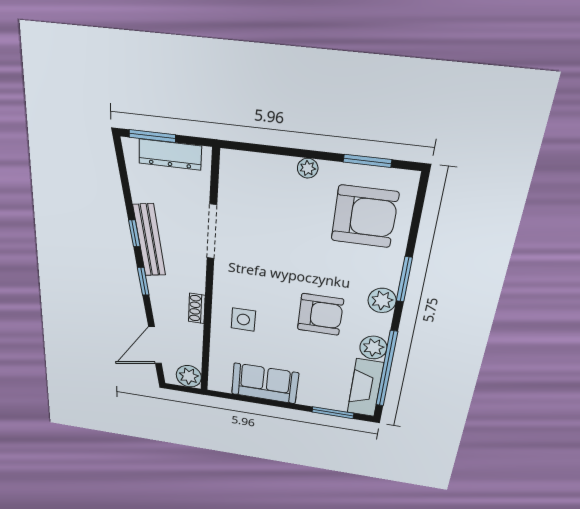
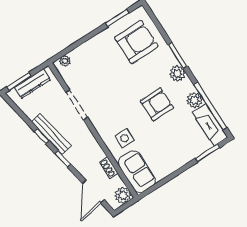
plant: (308, 168) -> (65, 61), moved
shoe rack: (197, 308) -> (109, 167), moved
sofa: (265, 383) -> (137, 172), moved, turned 90

